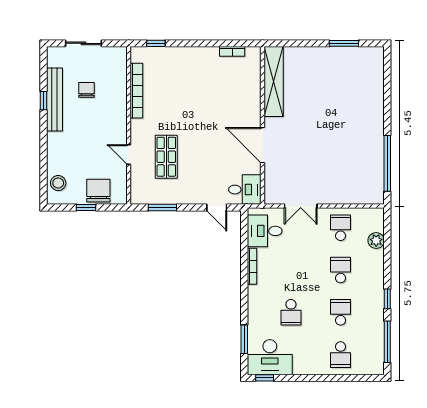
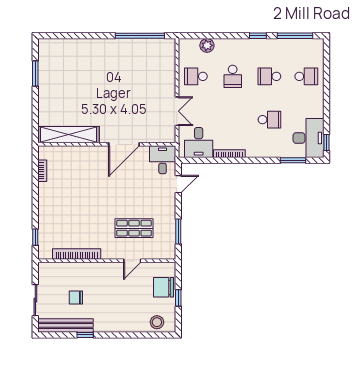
bench: (54, 100) -> (66, 325), moved
school desk: (341, 270) -> (233, 76), turned -90

